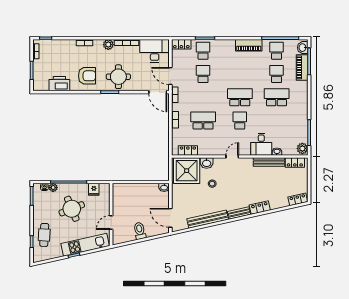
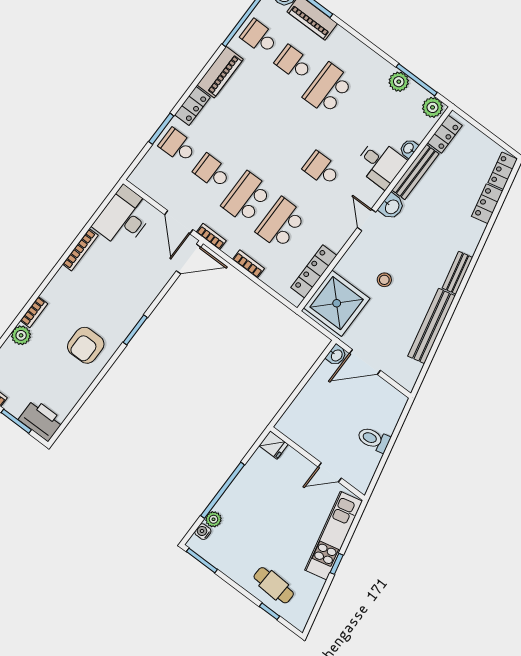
locker: (181, 44) -> (192, 106), moved
plant: (108, 45) -> (21, 335), moved
armchair: (87, 76) -> (86, 345), turned 180
door: (170, 76) -> (179, 222), hinge flipped
round table: (118, 77) -> (122, 300), removed
printer: (59, 84) -> (41, 420), moved, turned 90
school desk: (240, 97) -> (246, 198), moved
plant: (303, 126) -> (399, 82), added
locker: (188, 150) -> (314, 272), width x1.53
washbasin: (207, 163) -> (392, 207), moved
fridge: (94, 189) -> (274, 445), moved
locker: (260, 208) -> (487, 204), moved
round table: (72, 209) -> (266, 515), removed
door: (170, 218) -> (365, 362), moved
door: (111, 223) -> (330, 472), hinge flipped

